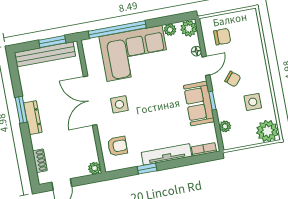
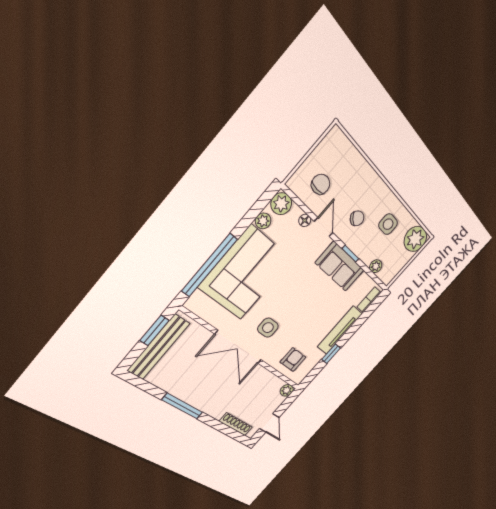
window: (21, 110) -> (182, 406), width x1.44
dresser: (33, 118) -> (199, 402), removed
shoe rack: (40, 161) -> (236, 424), width x1.43

